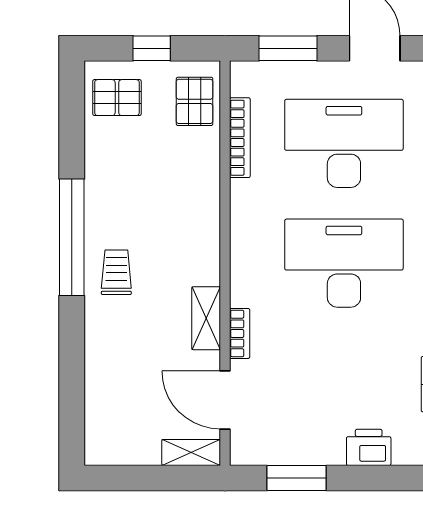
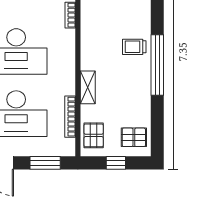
trolley: (116, 272) -> (134, 47), turned 90
shelving: (206, 318) -> (88, 87), moved

